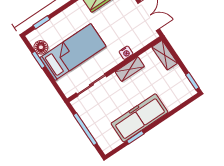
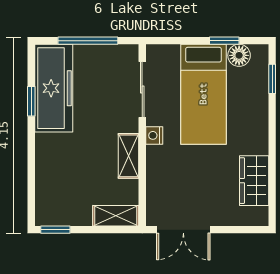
nightstand: (126, 53) -> (154, 135), moved
freezer: (140, 118) -> (54, 88), moved

